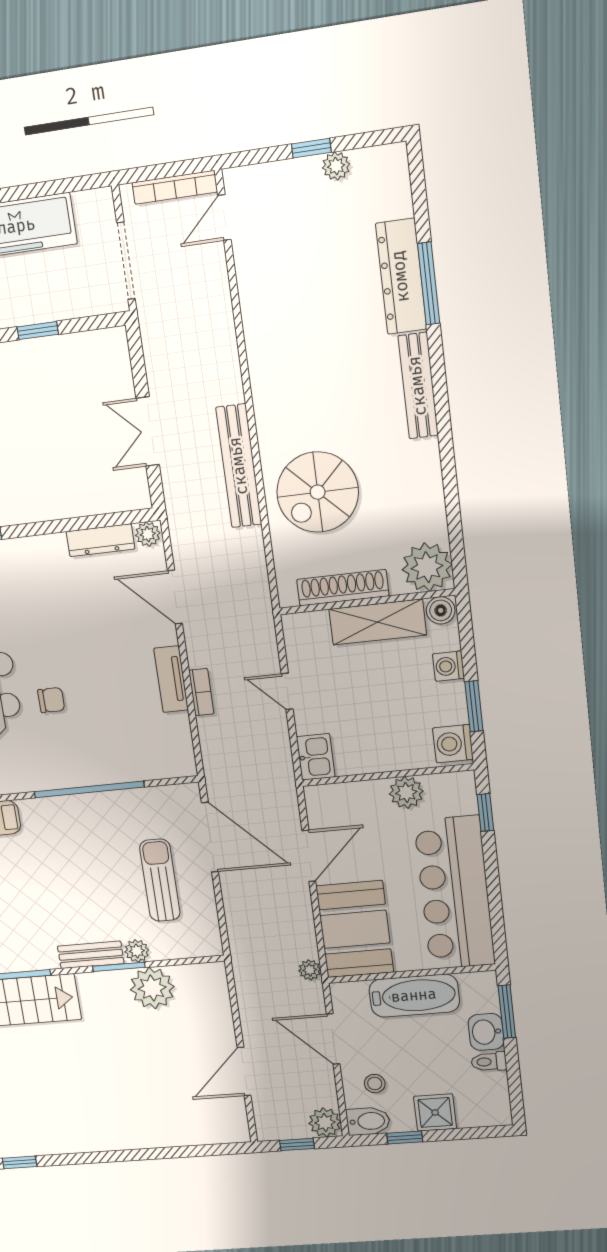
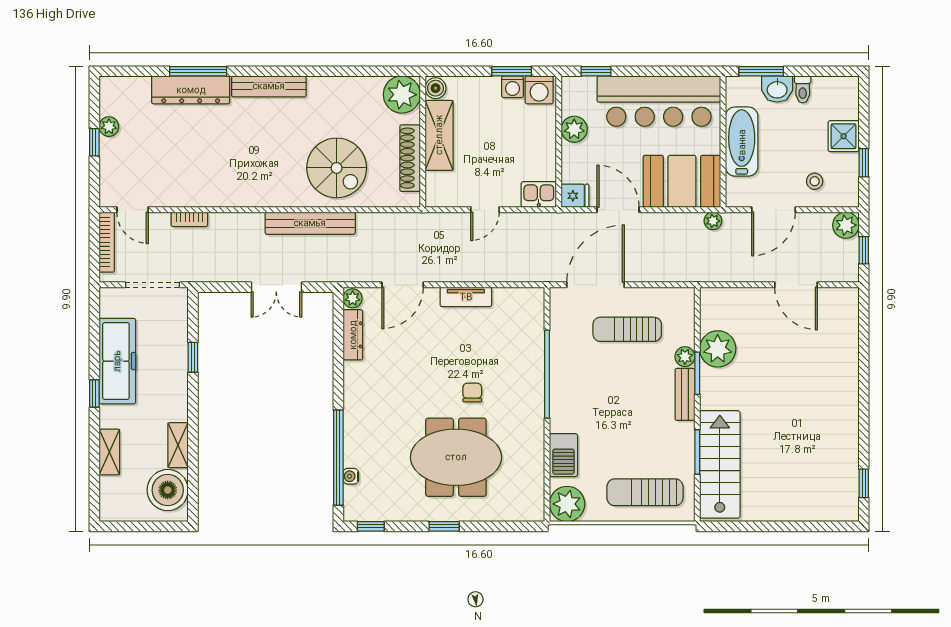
washing machine: (449, 666) -> (513, 87), moved
bookcase: (201, 692) -> (189, 219), moved, turned 180
fridge: (320, 802) -> (575, 196), added
bidet: (368, 1121) -> (847, 190), removed

